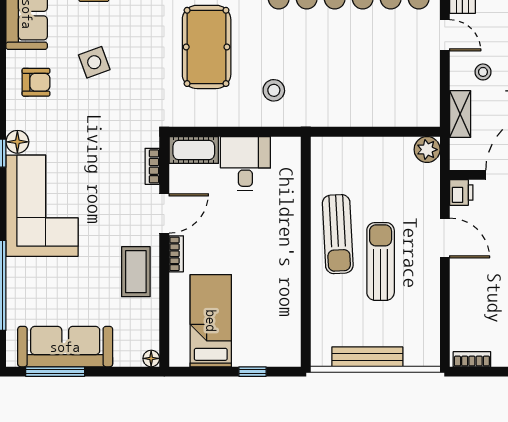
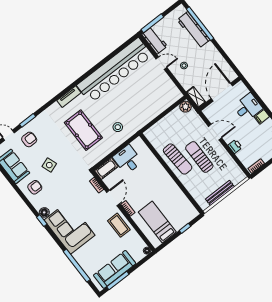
shelving: (460, 114) -> (196, 97), moved
printer: (461, 193) -> (235, 146), moved

